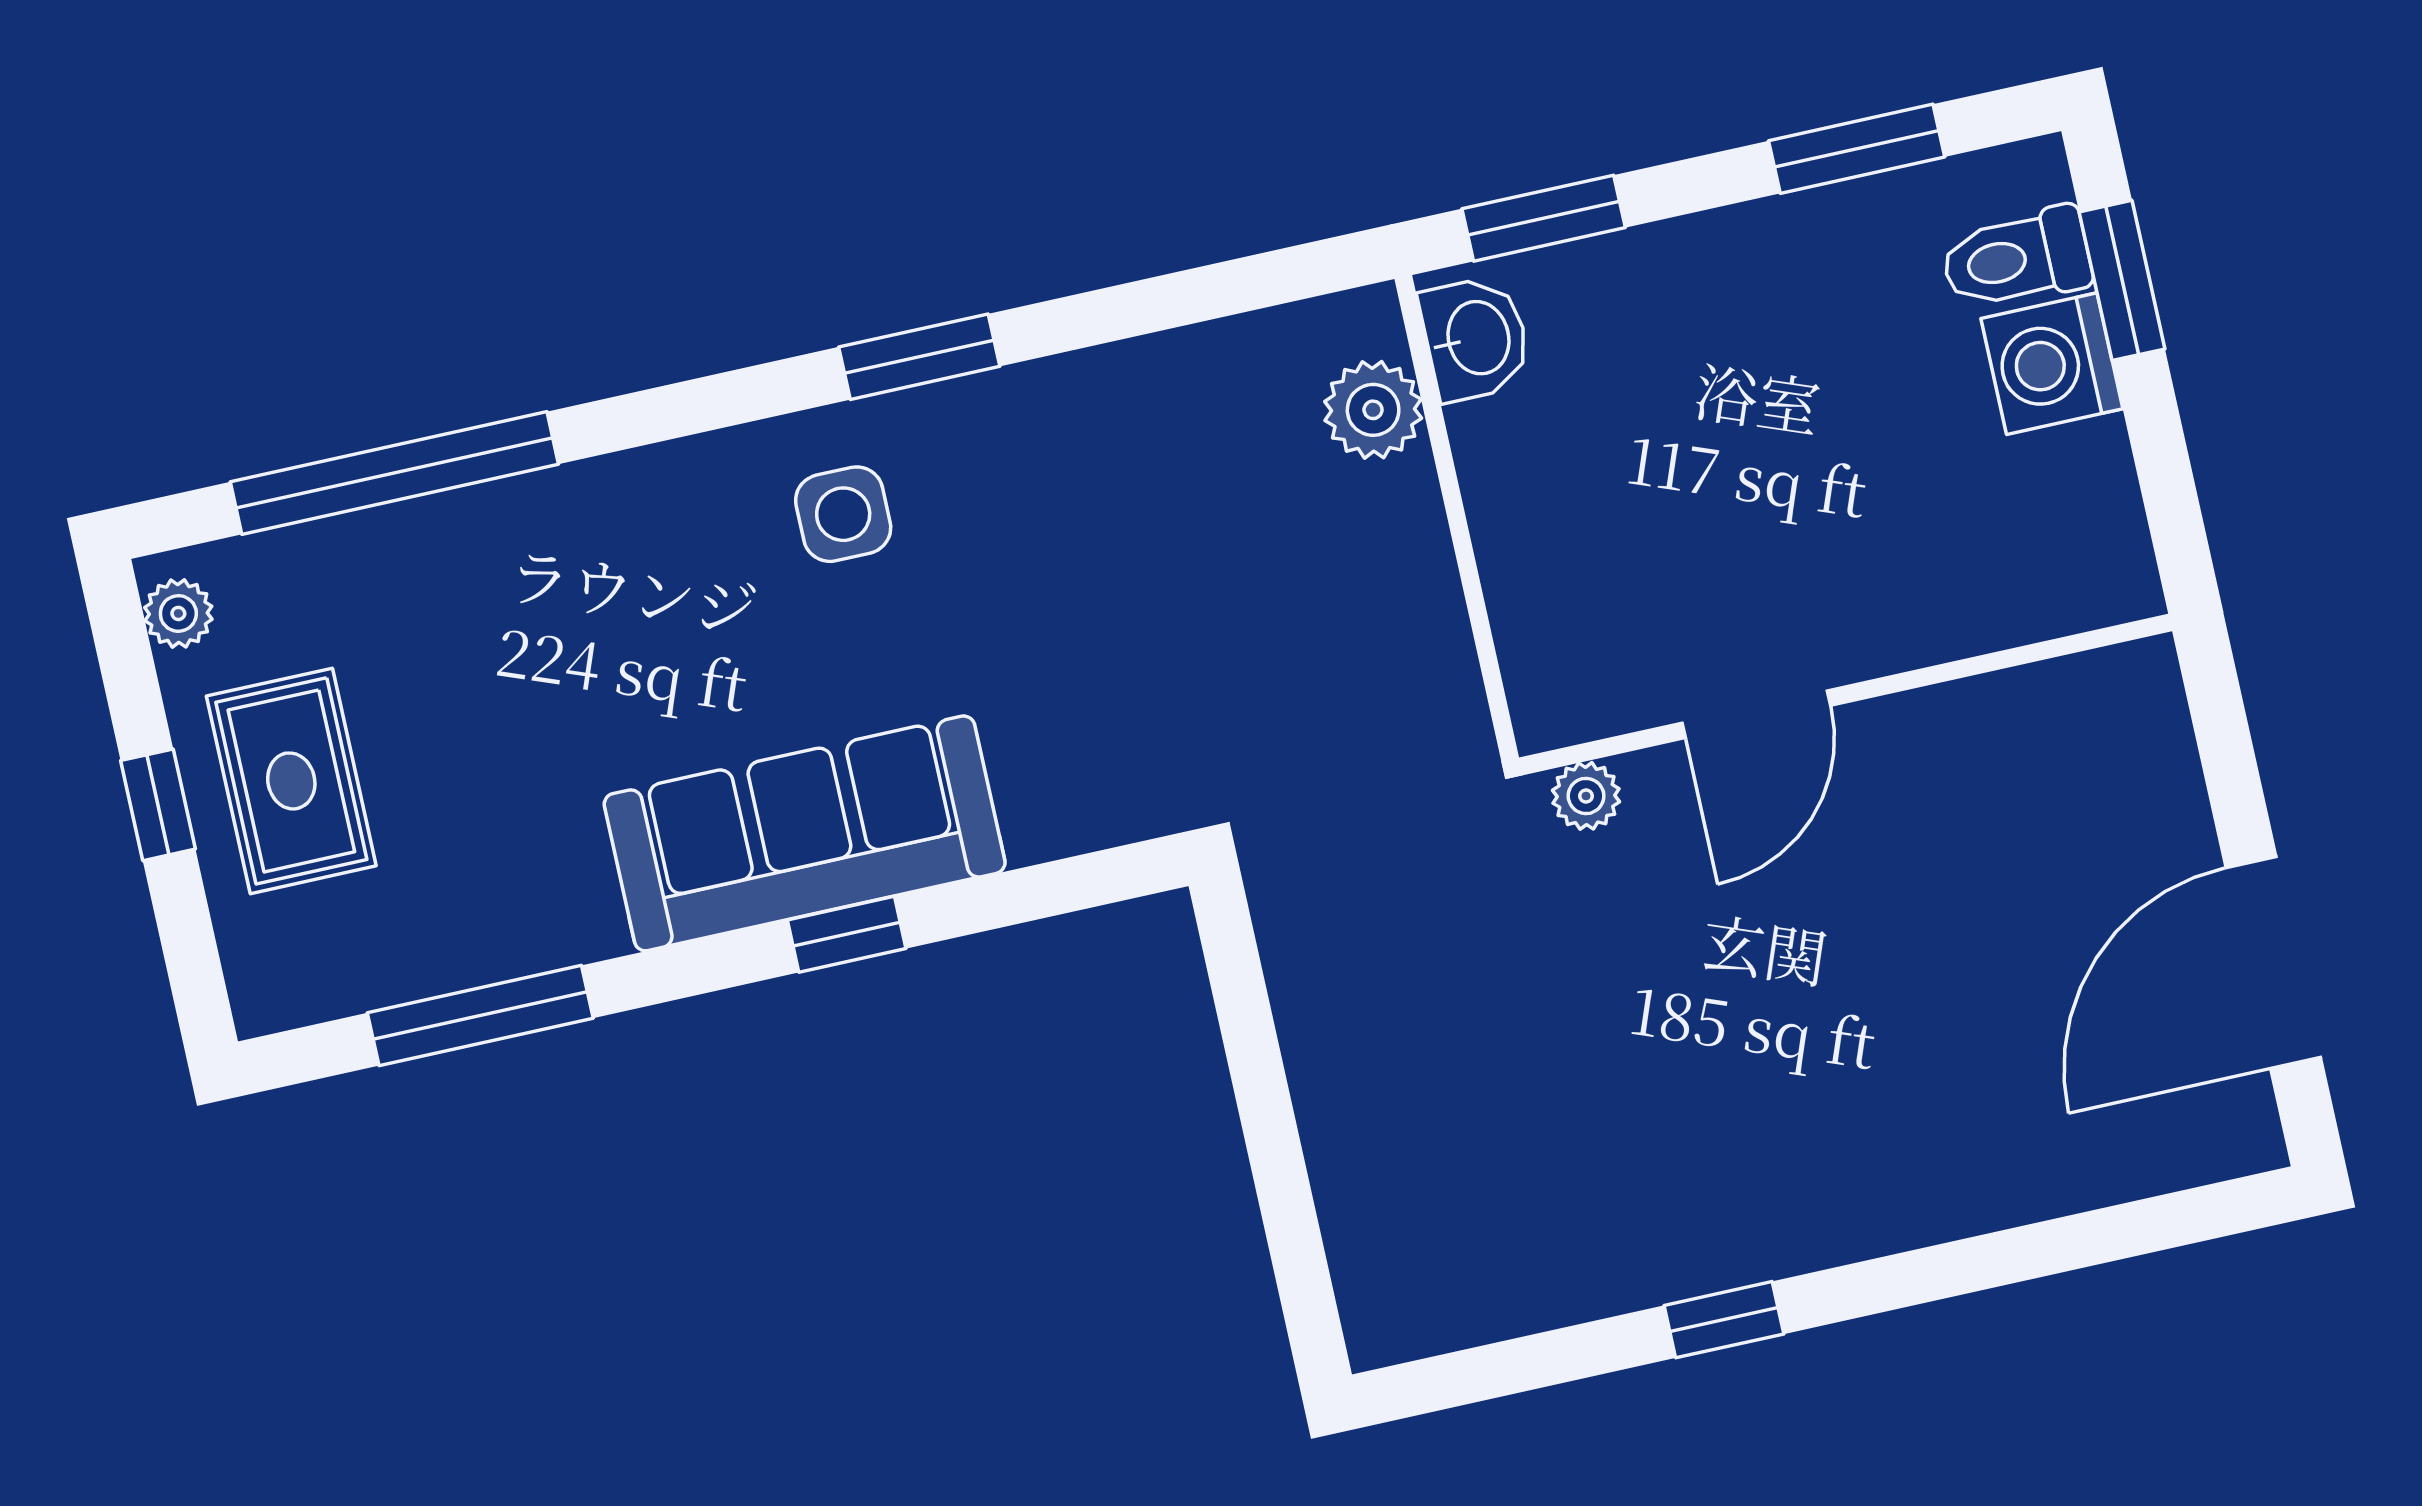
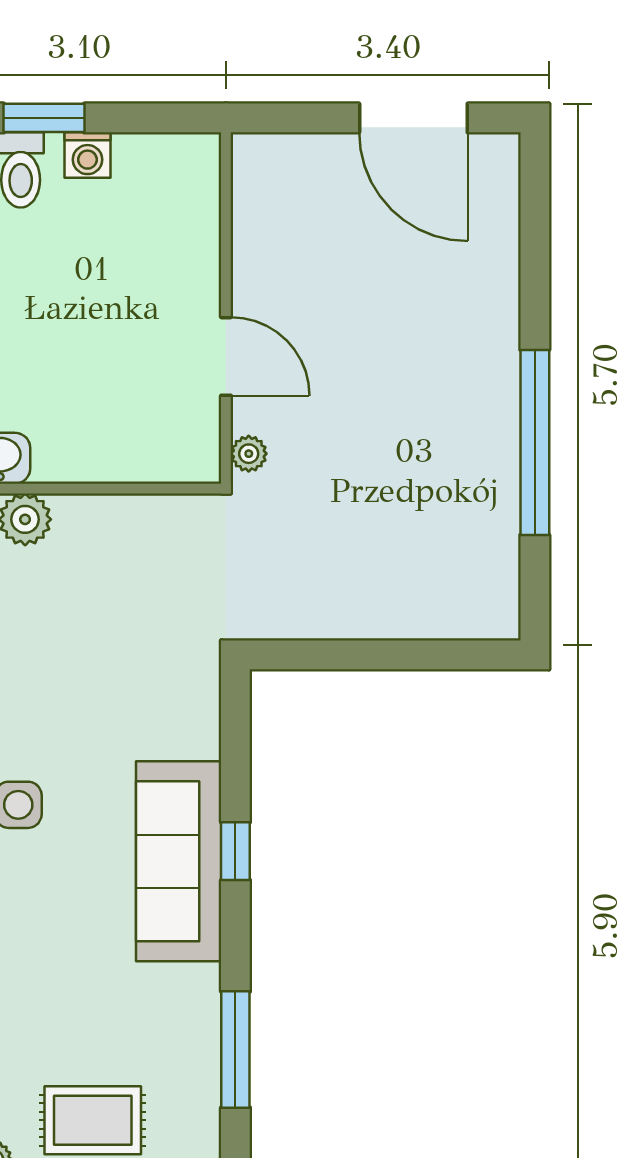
washing machine: (2052, 364) -> (87, 155), width x0.73, depth x0.73
window: (1724, 1320) -> (535, 442), width x3.17

